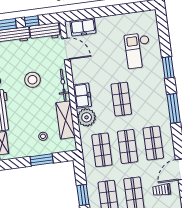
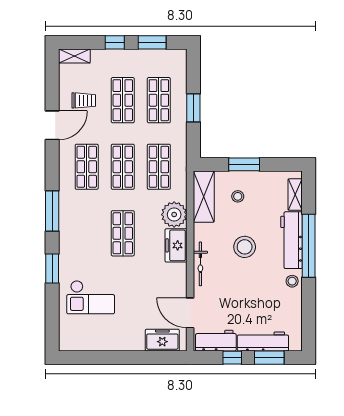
checkout: (138, 51) -> (91, 297), turned 90
stool: (32, 80) -> (245, 247), moved
shelving: (65, 120) -> (204, 197), moved

